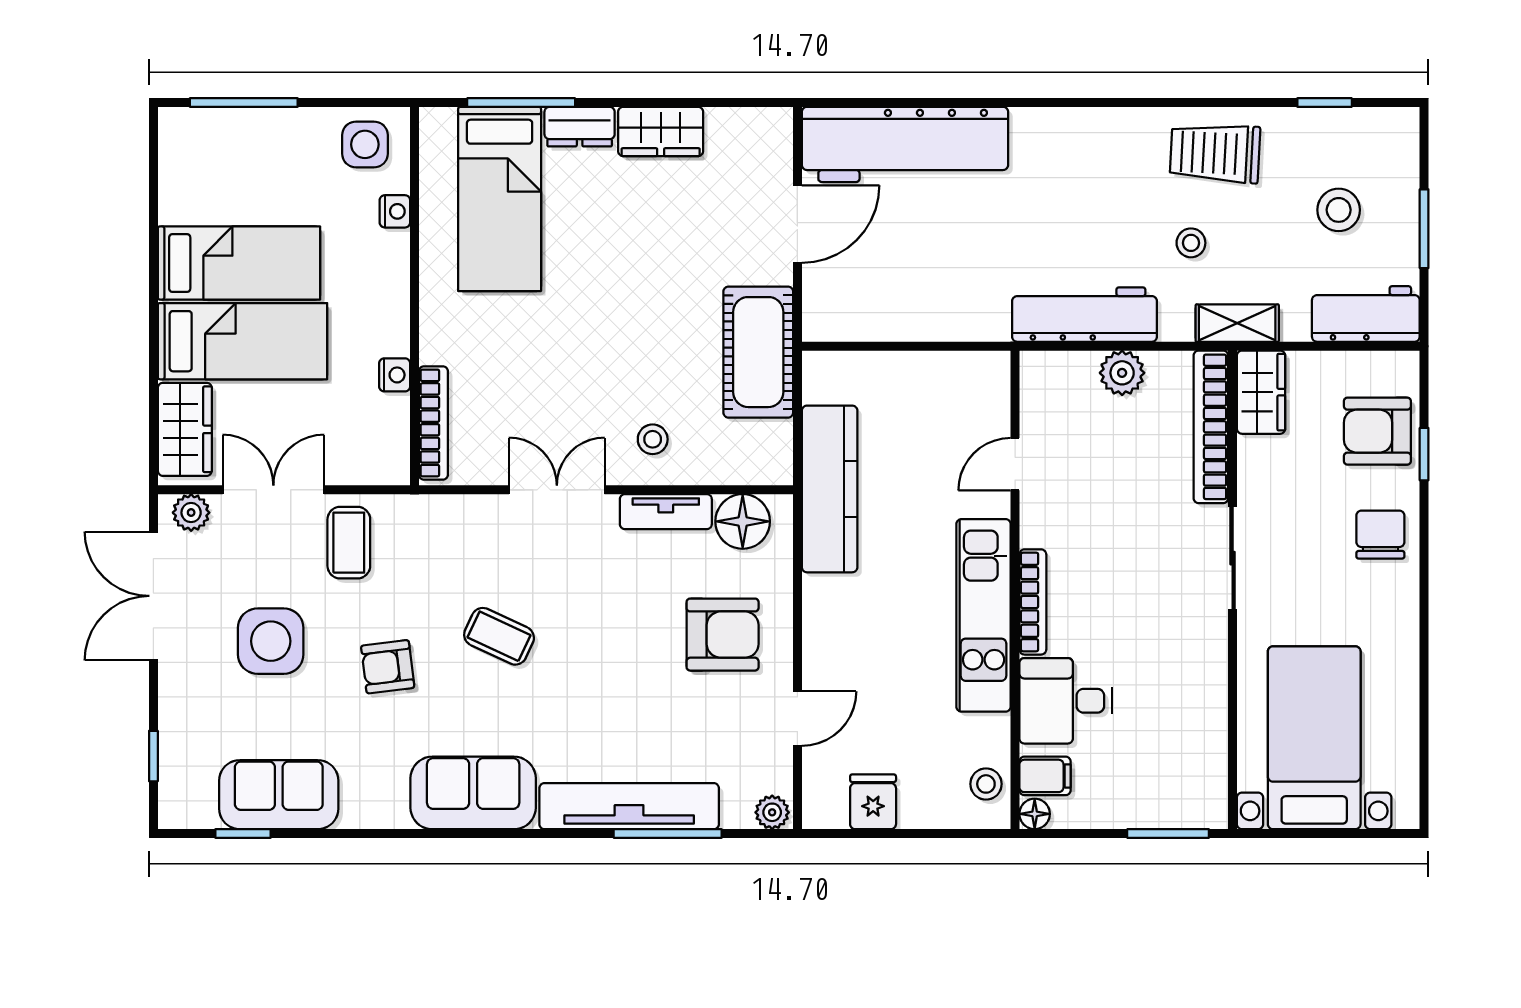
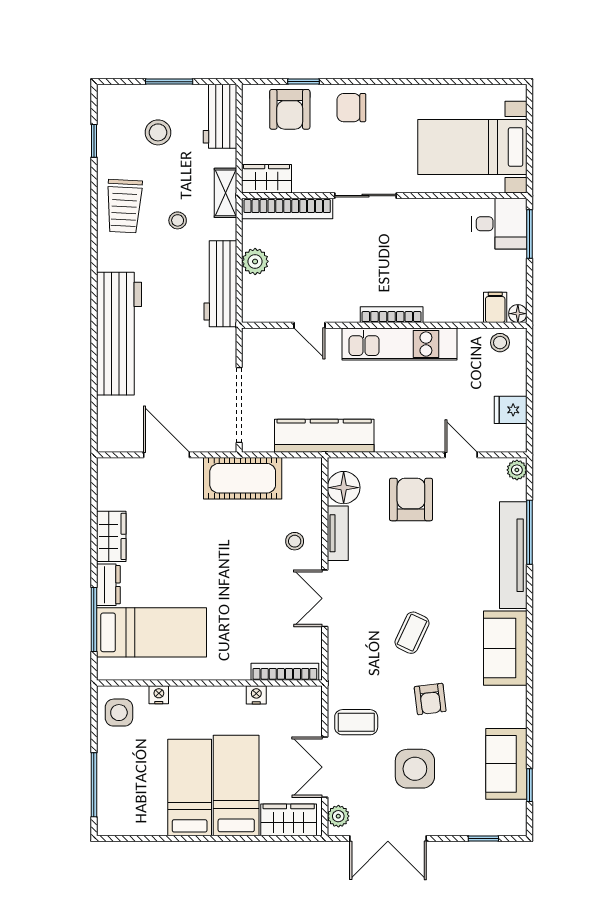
workbench: (905, 144) -> (119, 334), moved
doorway: (881, 346) -> (239, 405), added
desk: (1065, 701) -> (499, 224), moved, turned -90

